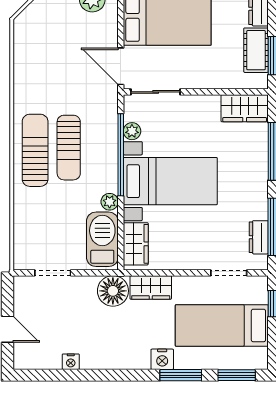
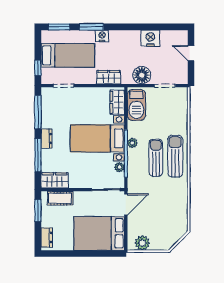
cot: (256, 50) -> (60, 198), moved, turned 90
door: (121, 66) -> (126, 204), hinge flipped
sun lounger: (35, 150) -> (175, 156), turned 180
plant: (110, 202) -> (132, 143), moved
dresser: (259, 237) -> (47, 138), moved
floor lamp: (113, 291) -> (142, 75), moved
nightstand: (71, 362) -> (150, 38), width x1.89, depth x1.79

